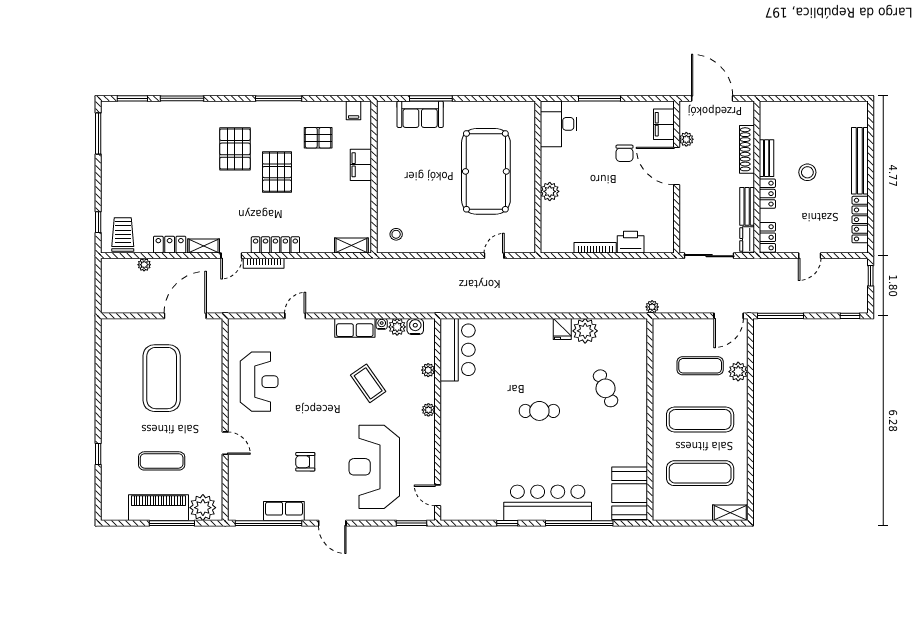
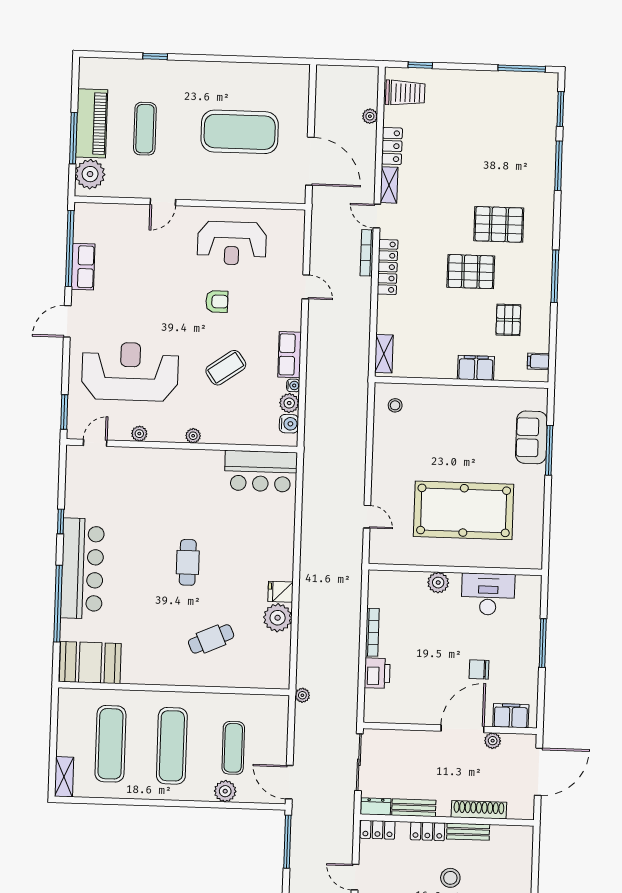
desk: (558, 124) -> (488, 594), moved
plant: (428, 370) -> (139, 434), moved
armchair: (305, 462) -> (217, 301), moved, turned 90

